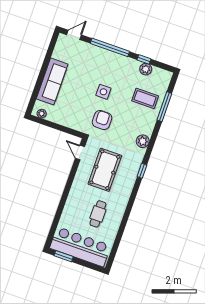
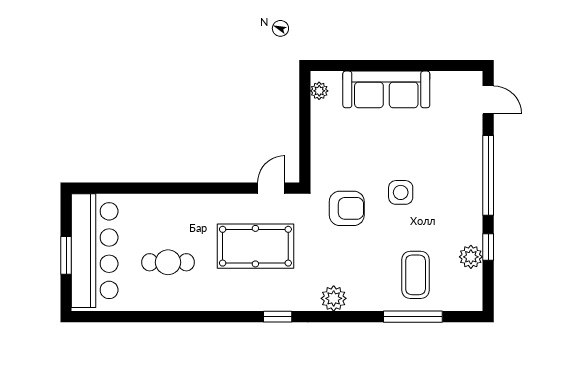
window: (64, 256) -> (66, 255), moved

